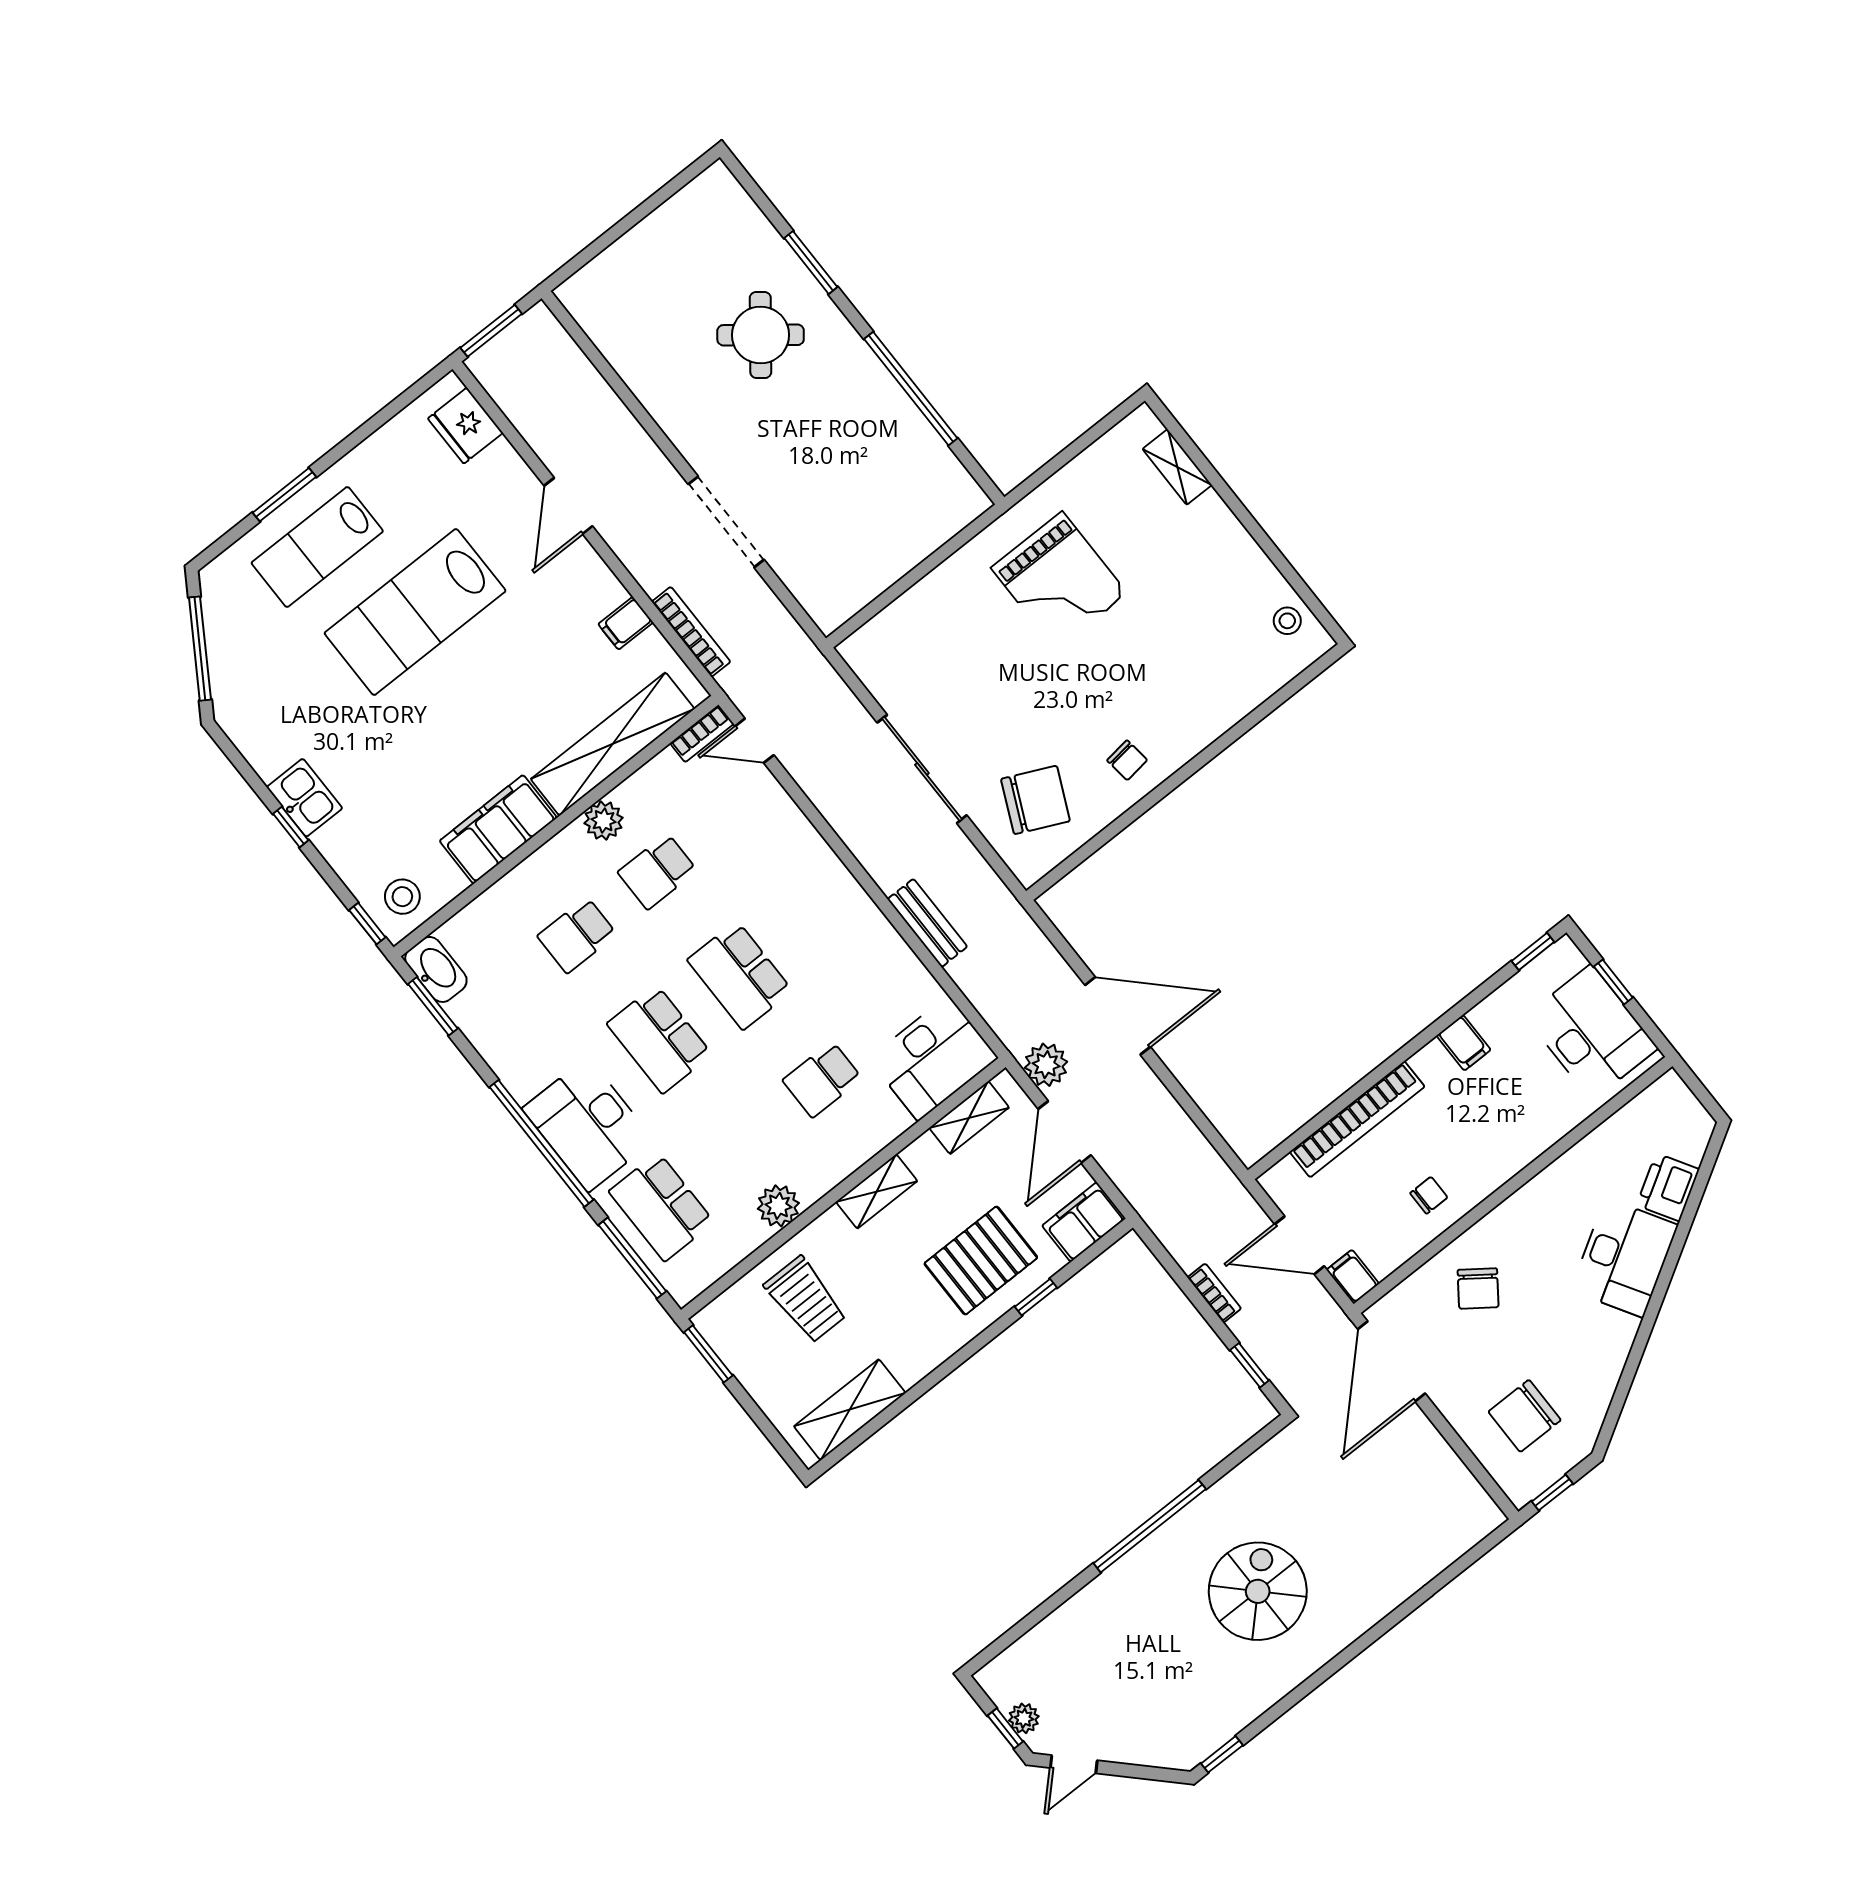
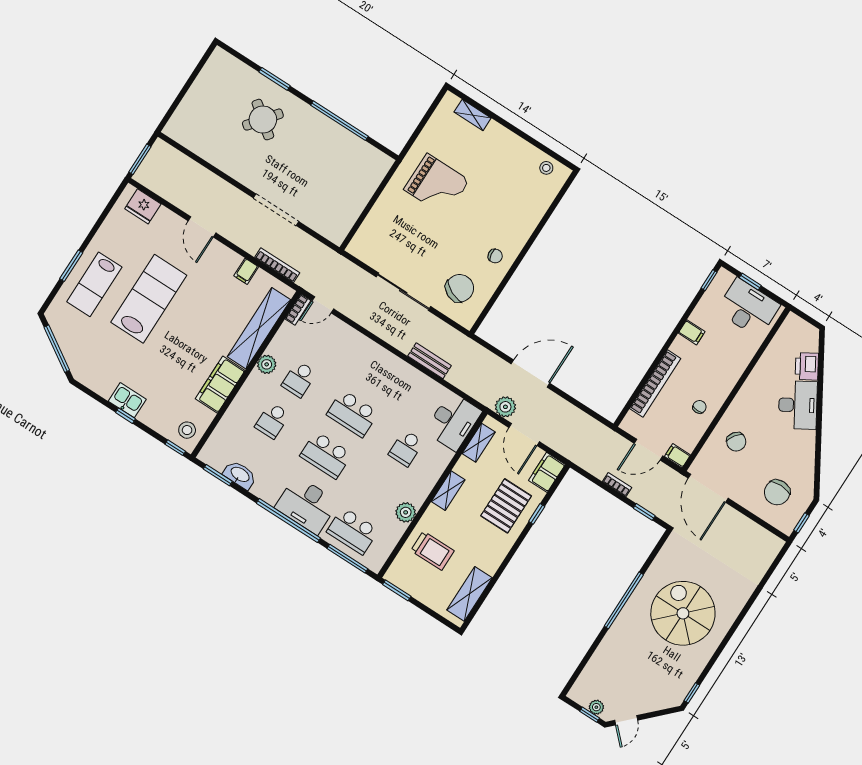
lab bench: (415, 612) -> (149, 299), turned 180
washbasin: (436, 969) -> (240, 475), moved
spiral stairs: (1258, 1591) -> (683, 613), width x1.37, depth x1.37

